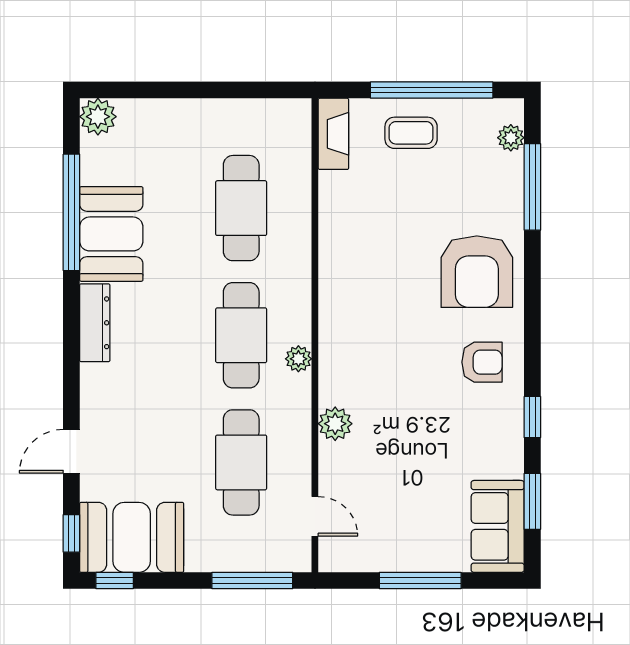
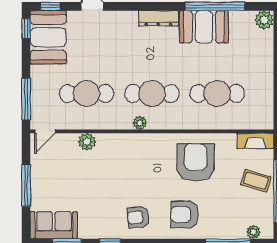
coffee table: (411, 133) -> (256, 181), turned -74
armchair: (375, 250) -> (196, 162), added
armchair: (477, 272) -> (185, 214), width x0.73, depth x0.73
armchair: (482, 362) -> (138, 217), turned 84
plant: (335, 424) -> (87, 142), moved
door: (315, 516) -> (45, 131), moved

